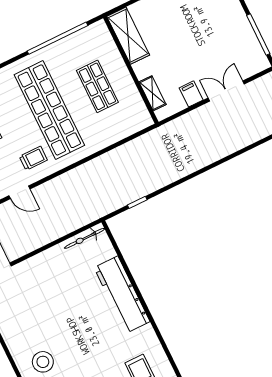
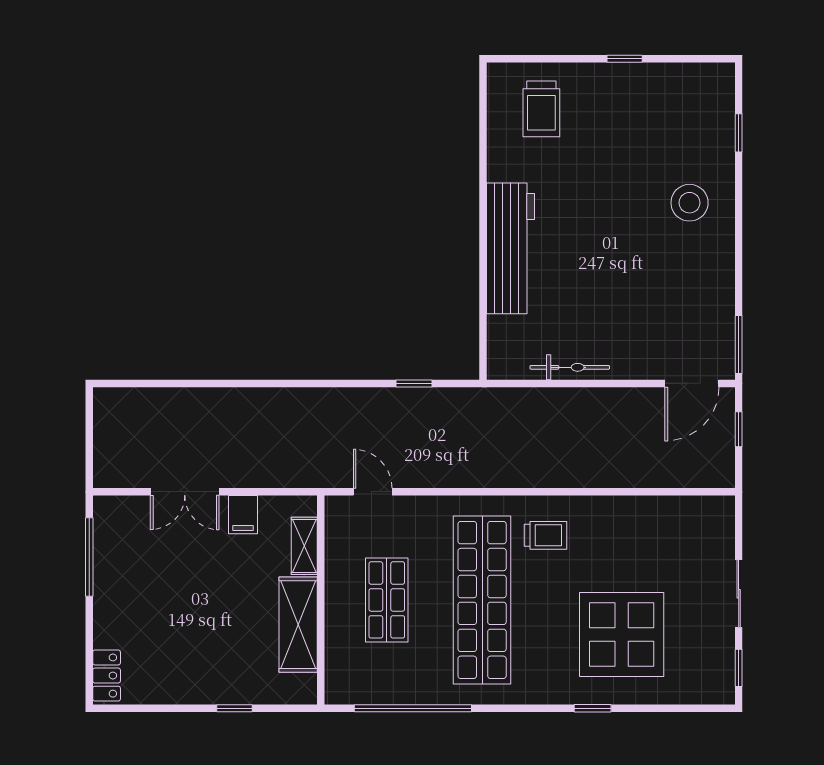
shelving: (128, 36) -> (298, 625), moved
trolley: (33, 158) -> (545, 535), turned 180
door: (19, 192) -> (373, 492), moved
bicycle: (84, 238) -> (570, 367), moved

